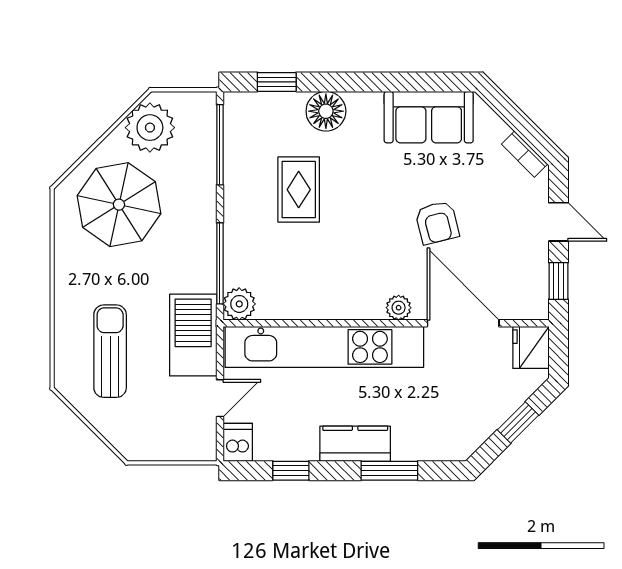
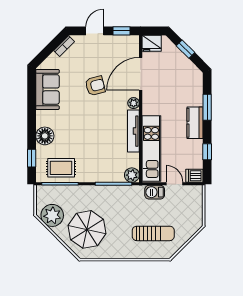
rug: (299, 190) -> (61, 168), moved
tv unit: (337, 307) -> (133, 131), added
barbecue: (193, 335) -> (155, 192), width x0.53, depth x0.65
kitchen unit: (324, 347) -> (151, 149), width x0.73
sun lounger: (110, 351) -> (153, 233), turned 180

